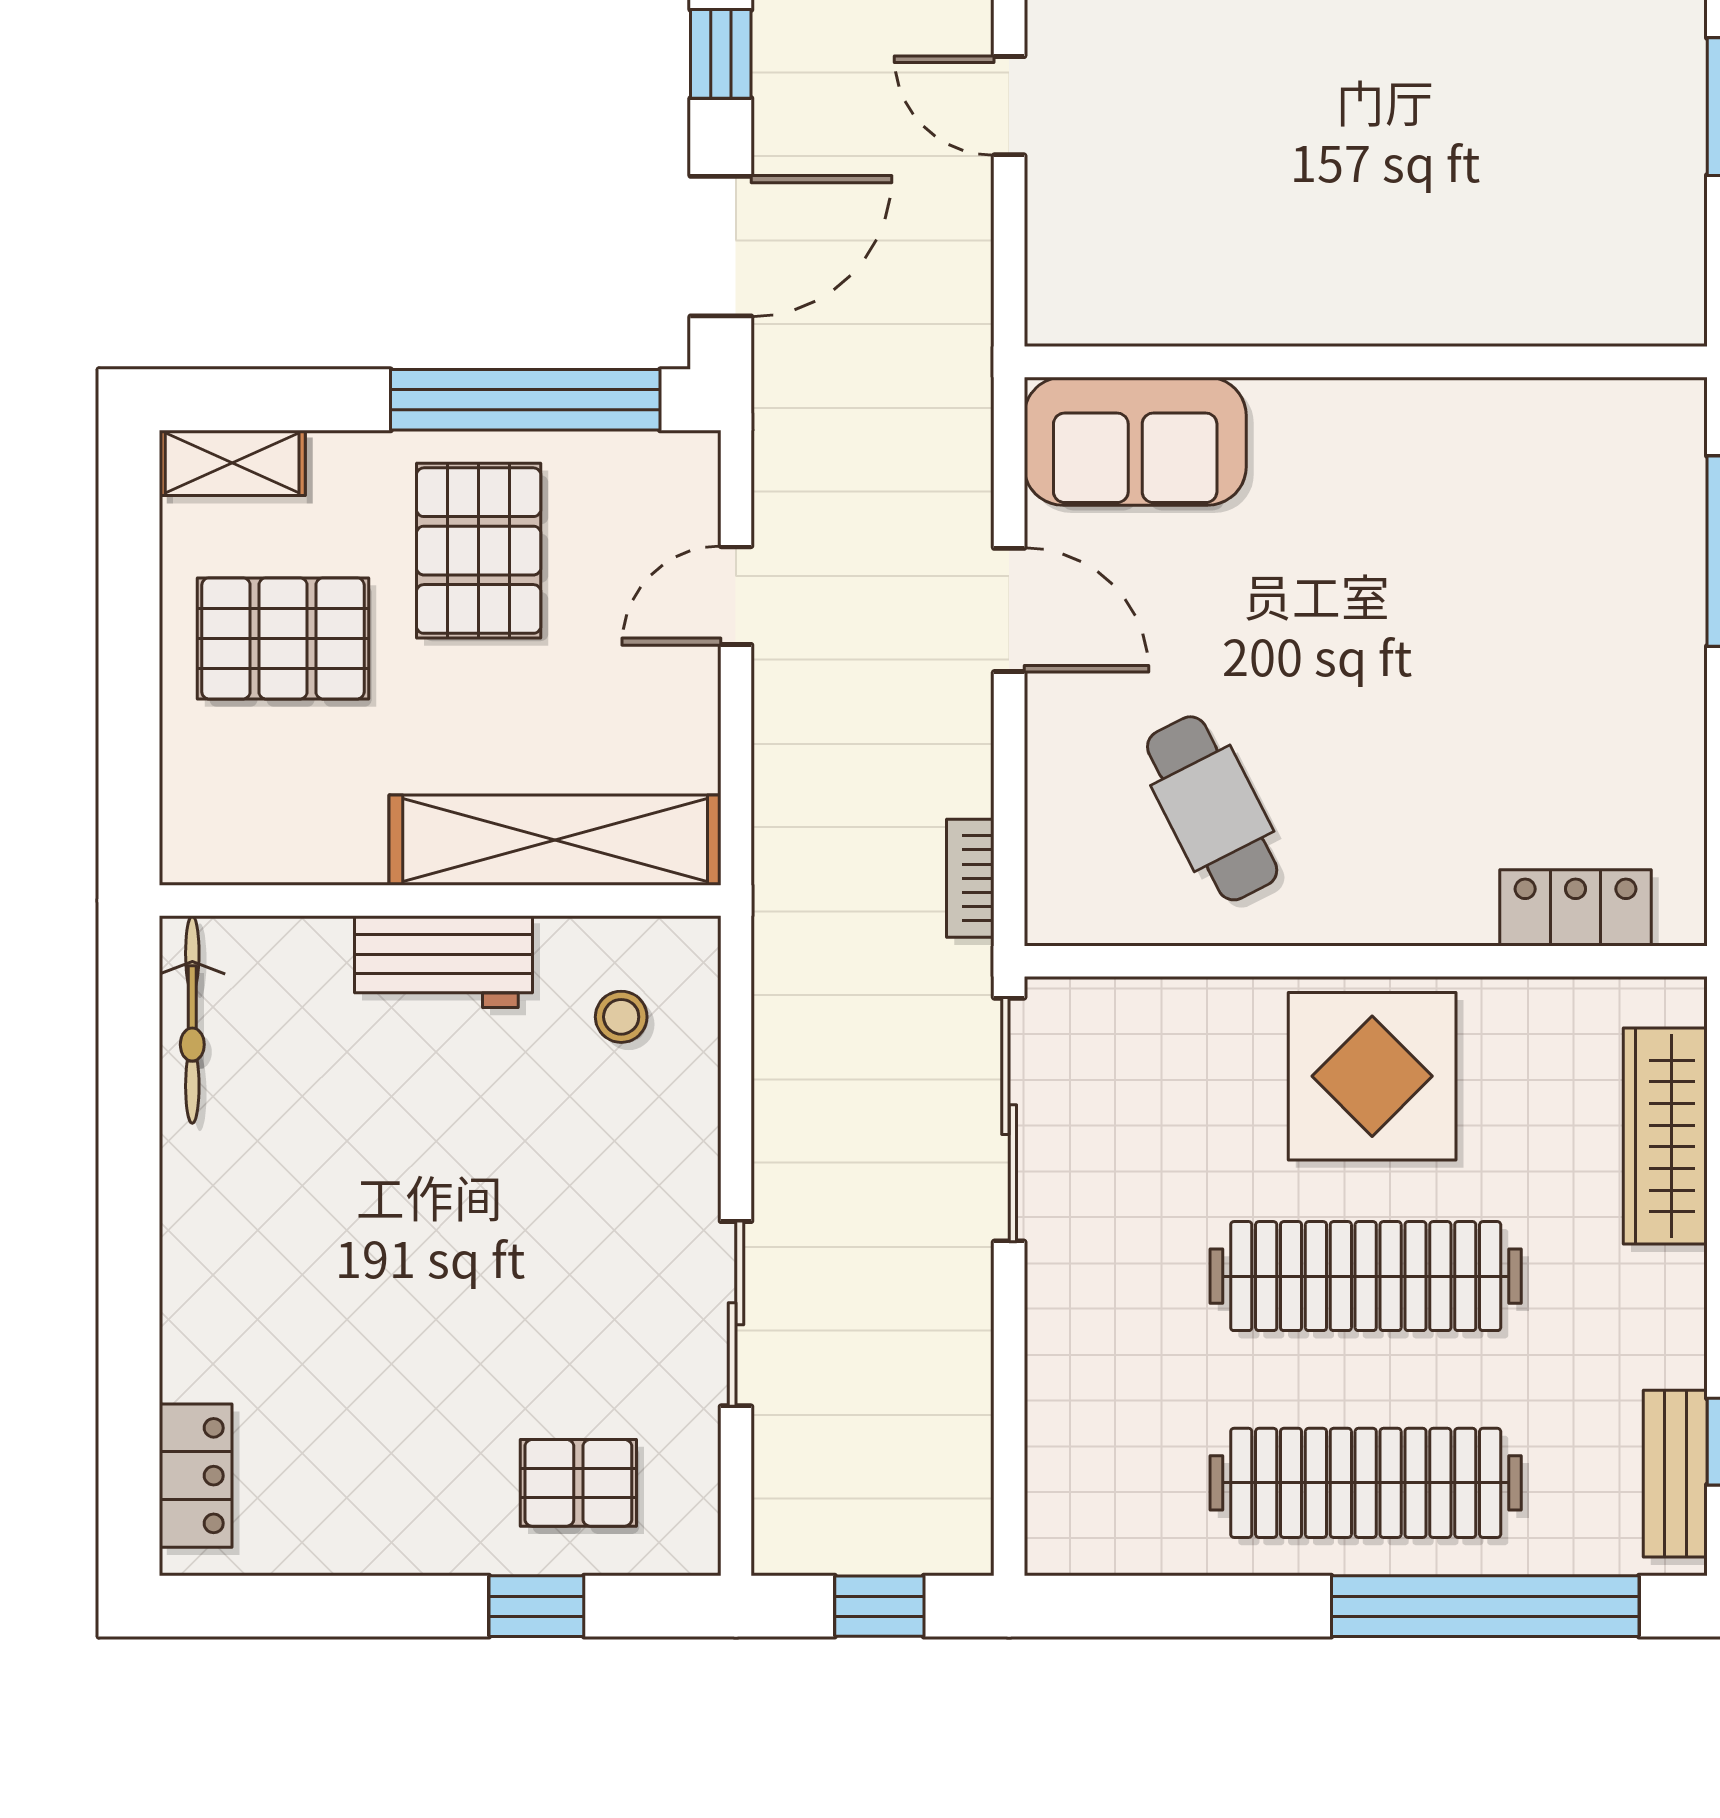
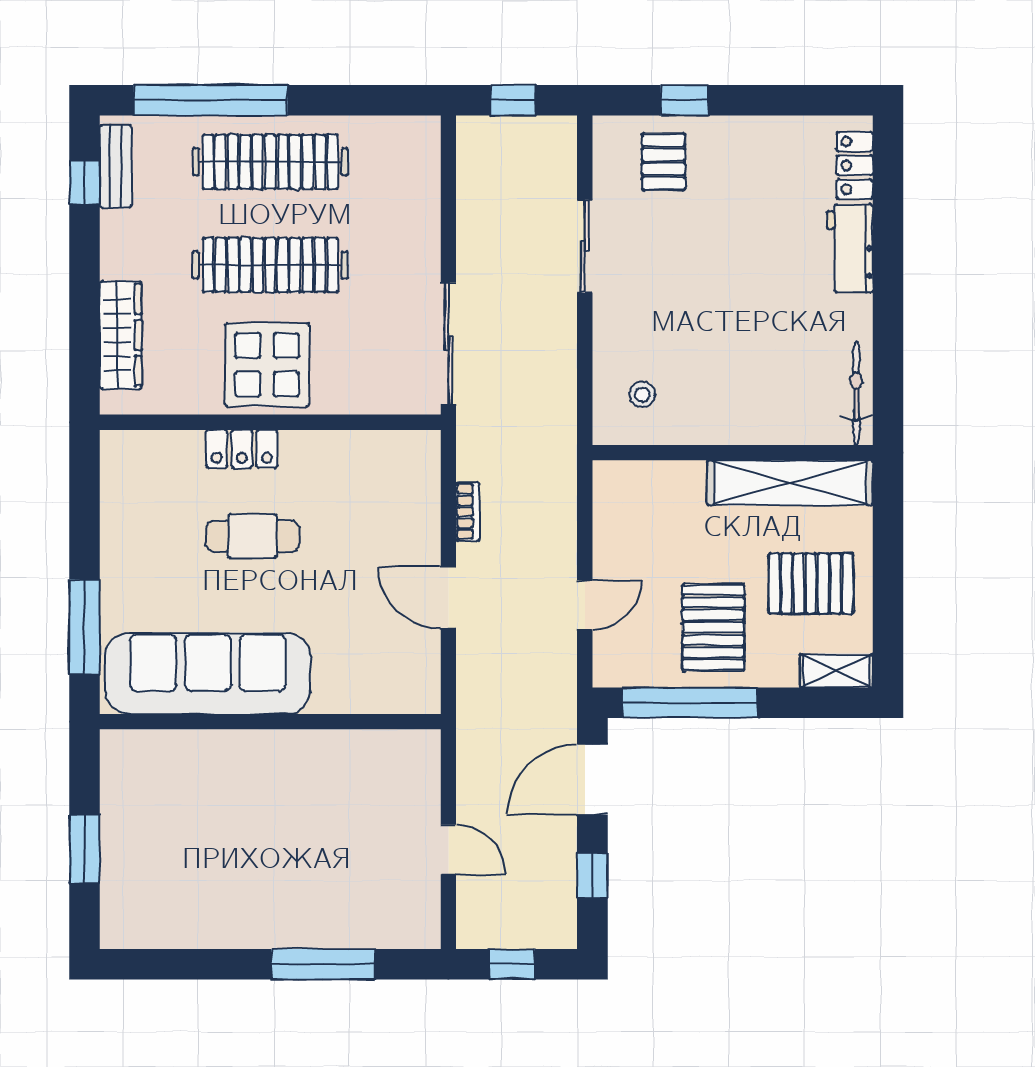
sofa: (1135, 441) -> (208, 673), moved, width x1.85, depth x1.27
cafe table: (1212, 808) -> (252, 536), moved, turned -63
shelving: (555, 840) -> (790, 483), moved
bookcase: (970, 878) -> (468, 512), moved
locker: (1576, 908) -> (242, 449), moved
workbench: (444, 962) -> (850, 249), moved, turned -90
pallet: (578, 1483) -> (663, 162), turned 90

